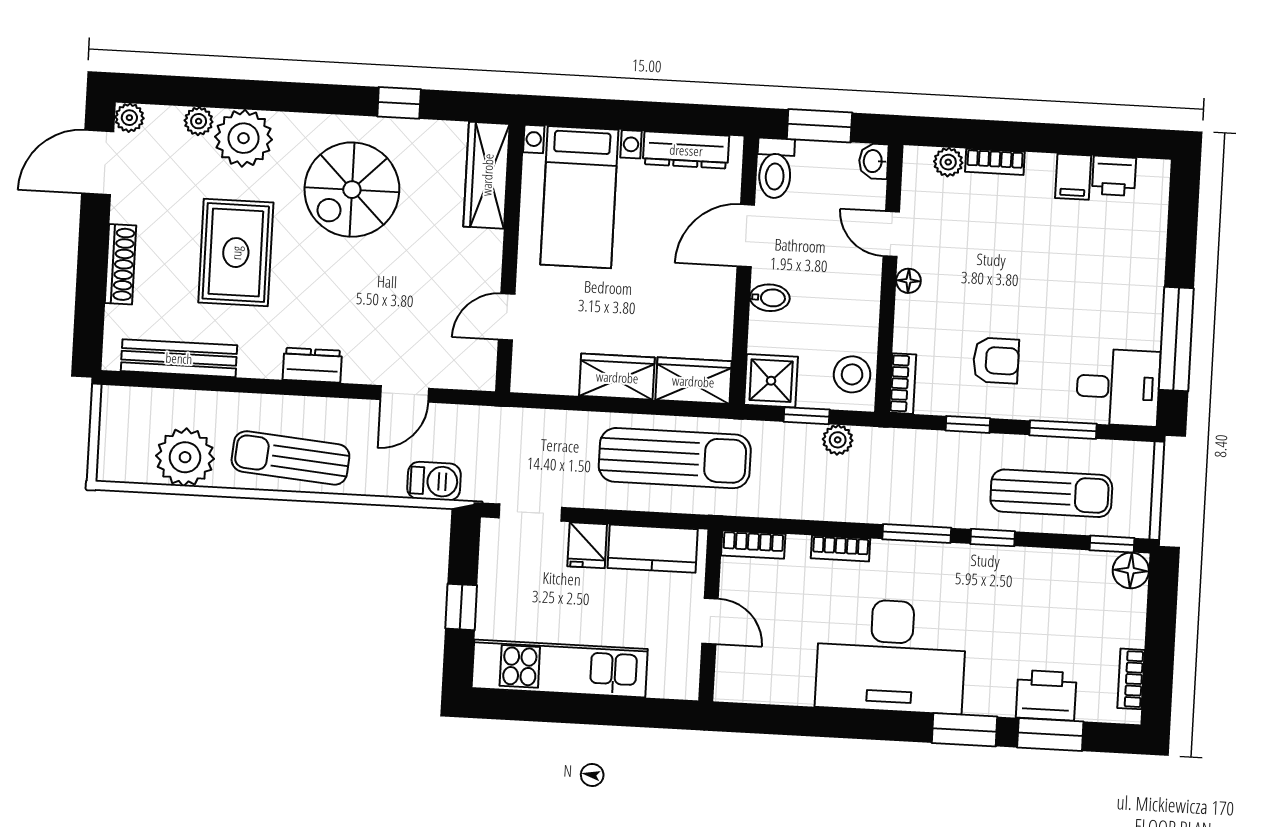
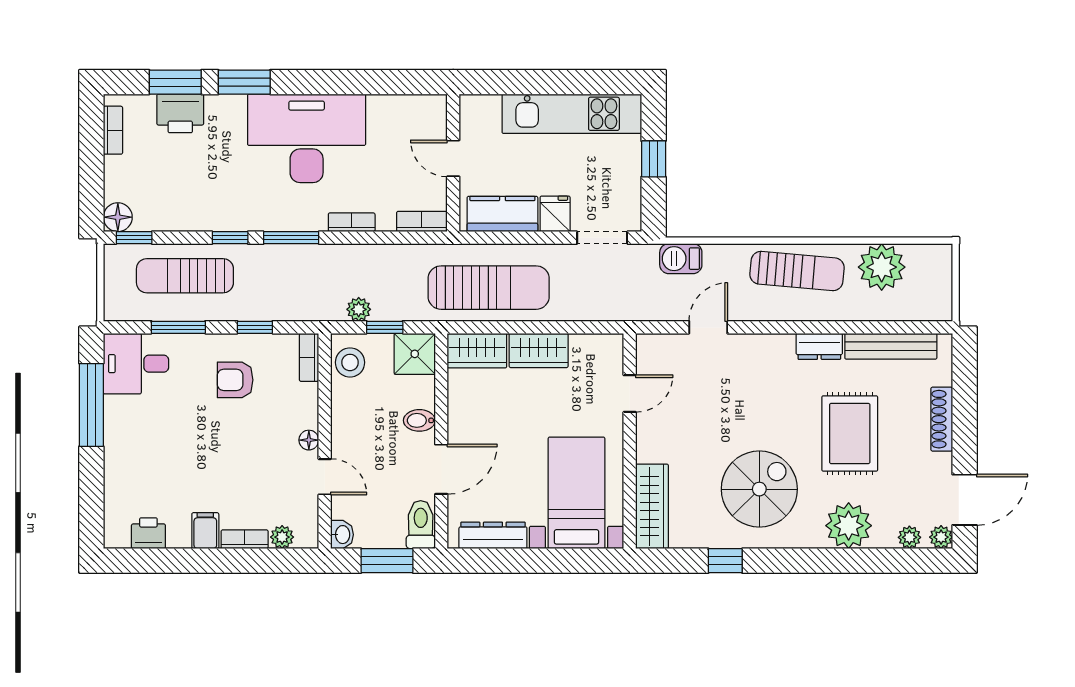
plant: (199, 121) -> (909, 537), moved
filing cabinet: (1073, 177) -> (205, 531), moved
dresser: (312, 365) -> (819, 346), moved
sun lounger: (675, 458) -> (489, 288), turned 180

